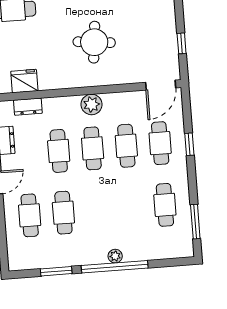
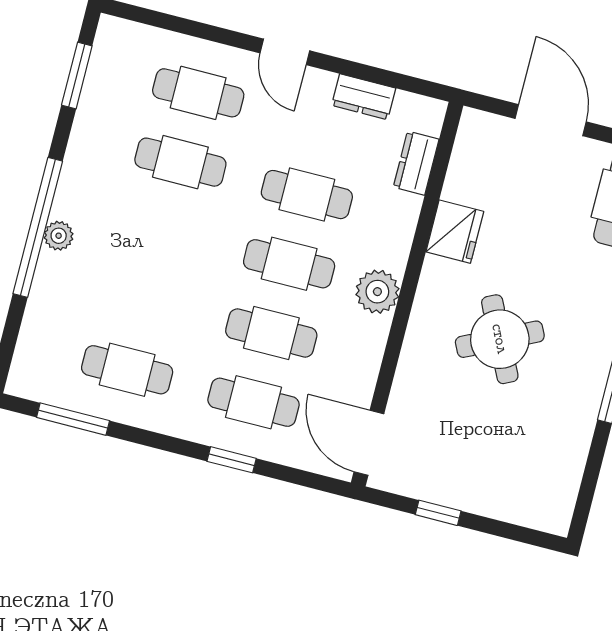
round table: (94, 42) -> (500, 339), turned -32
fridge: (24, 81) -> (455, 232), moved
window: (56, 271) -> (77, 75), moved

